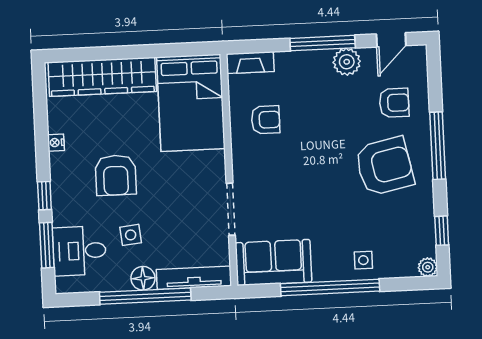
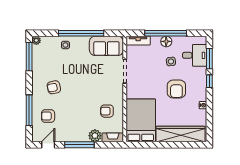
plant: (347, 62) -> (95, 136), moved
window: (438, 146) -> (29, 110), moved
armchair: (384, 166) -> (54, 87), width x0.53, depth x0.53
armchair: (116, 175) -> (176, 89), turned 180
window: (442, 231) -> (29, 57), width x2.17
tv unit: (194, 278) -> (138, 41), width x0.71

